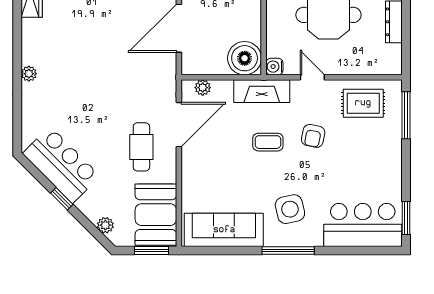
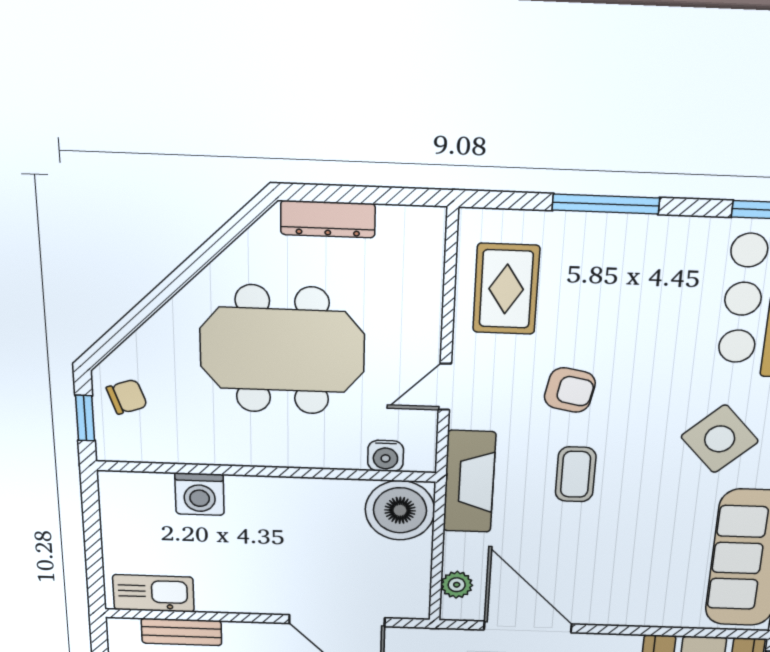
water cooler: (274, 67) -> (386, 456), moved
window: (406, 115) -> (606, 204), moved
side table: (290, 209) -> (720, 439), turned -30

